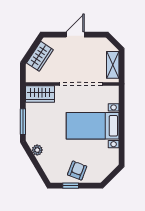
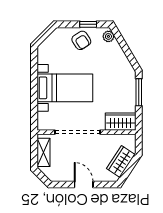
door: (75, 35) -> (84, 184), swing flipped
plant: (37, 150) -> (108, 36), moved
armchair: (77, 171) -> (81, 40), turned -54

